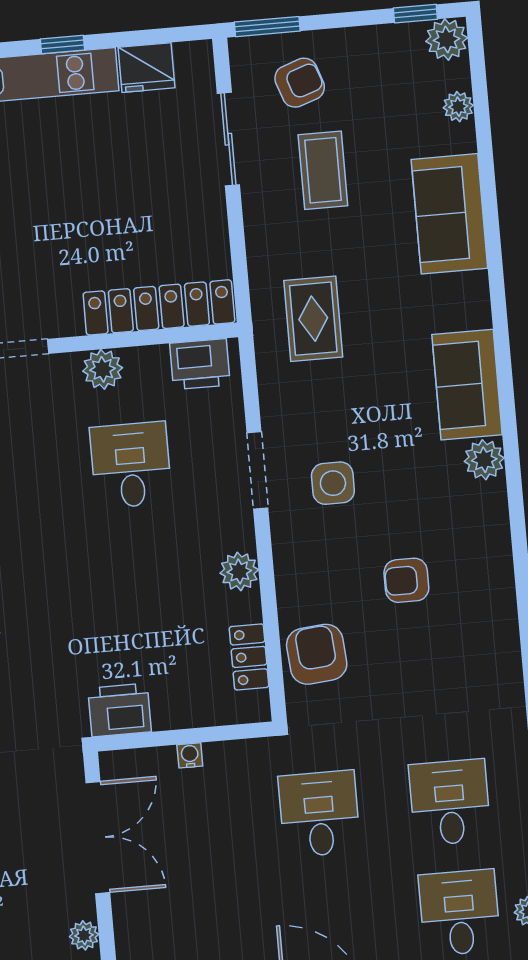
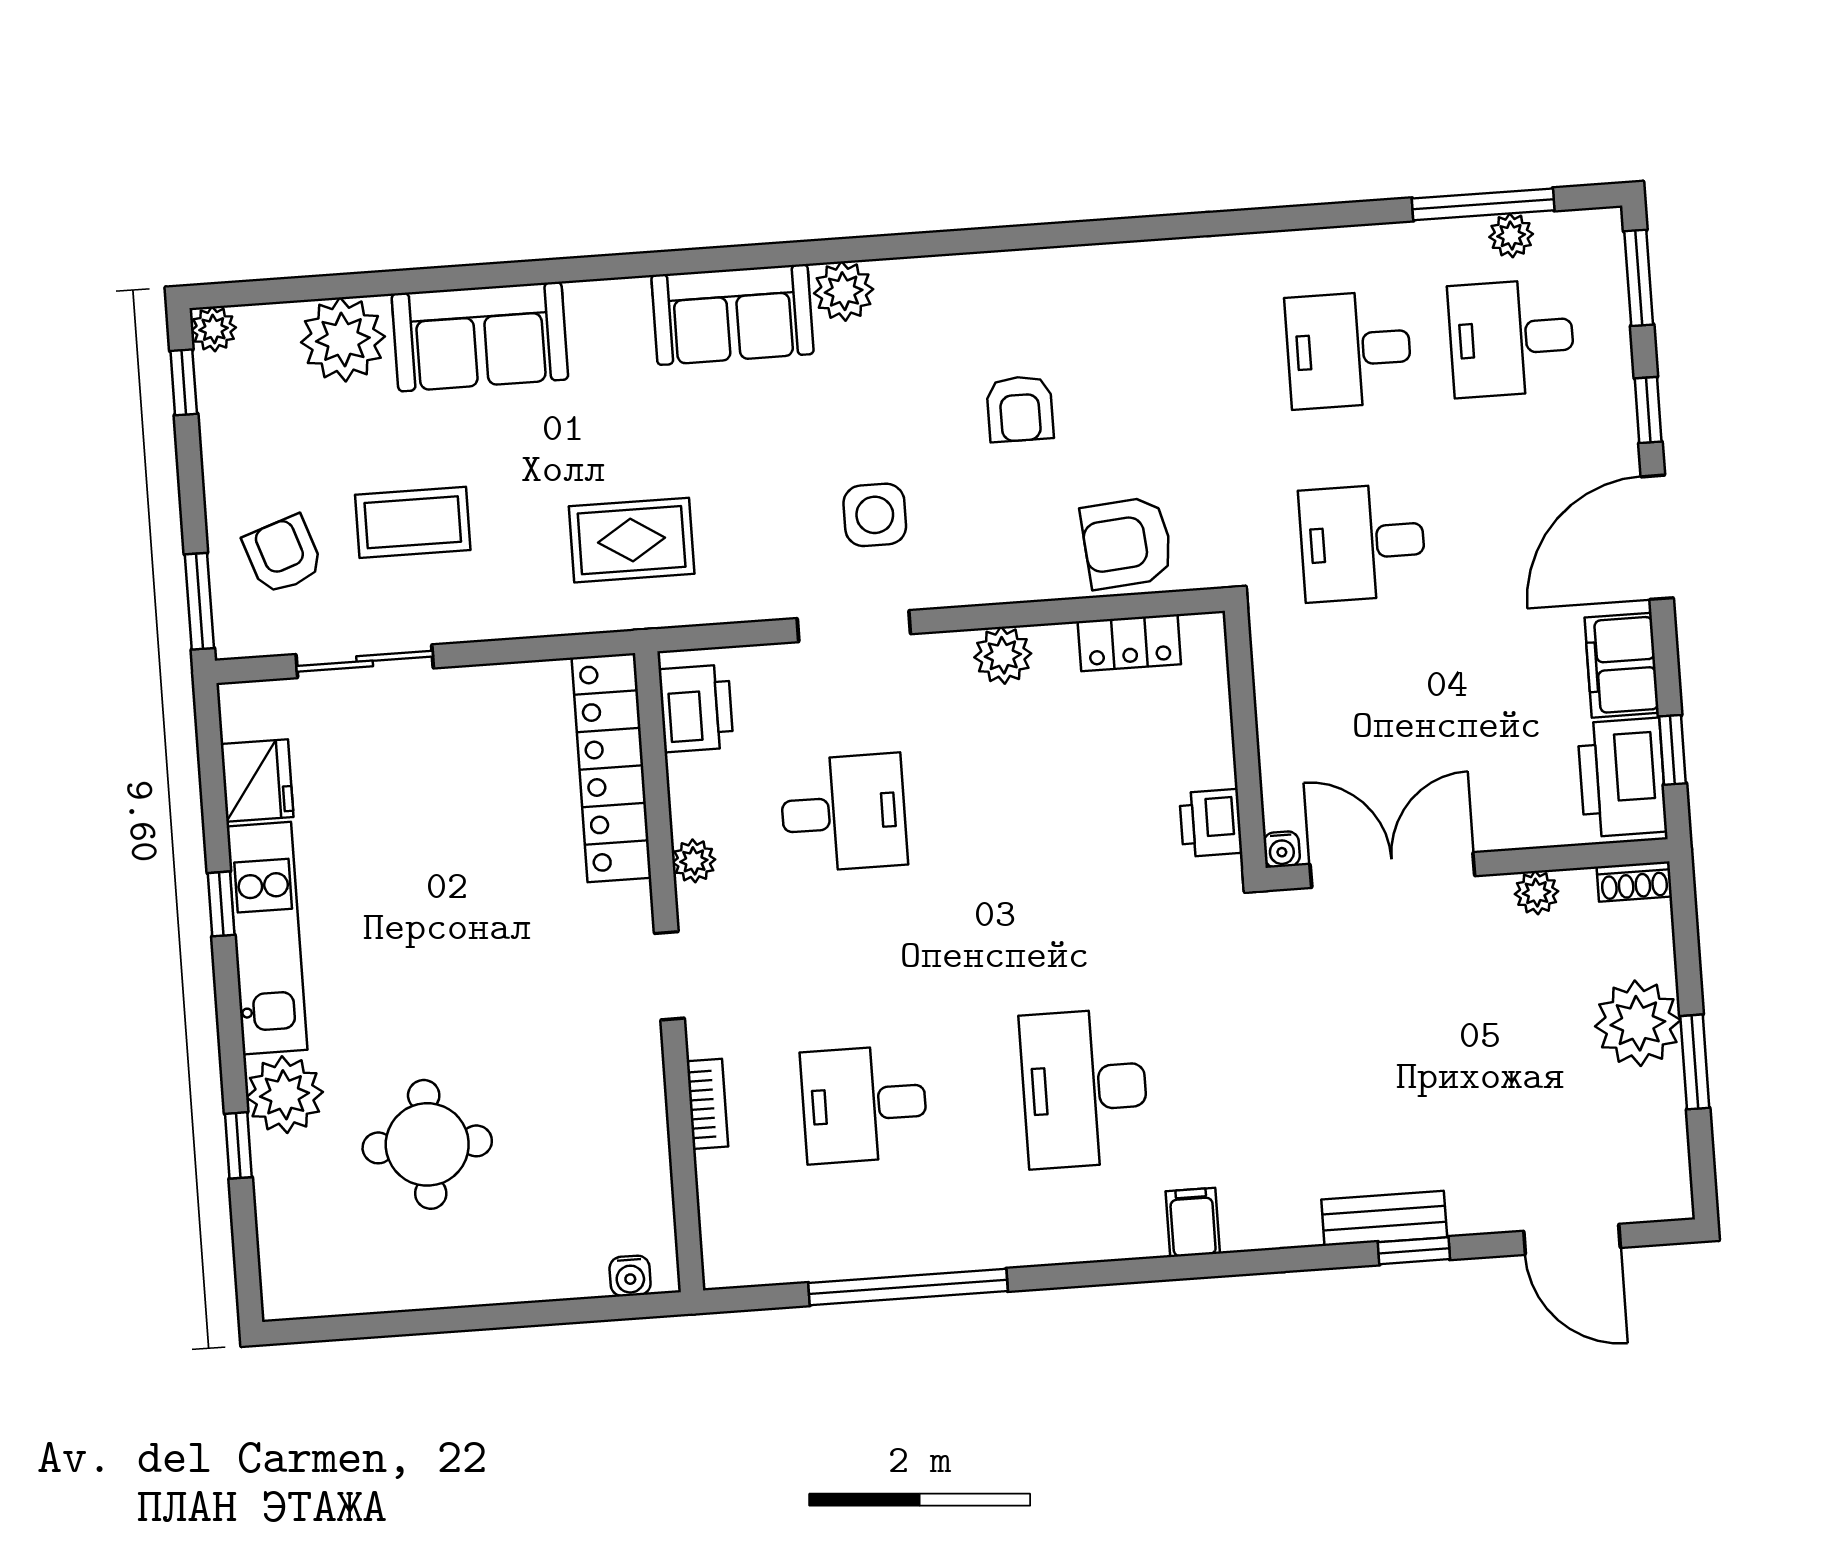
plant: (447, 39) -> (214, 329), width x0.73, depth x0.73
plant: (458, 107) -> (343, 339), width x1.87, depth x1.87
plant: (103, 369) -> (694, 861), width x0.73, depth x0.73
desk: (131, 465) -> (843, 813), turned 180
printer: (120, 710) -> (1211, 823), width x0.73, depth x0.81
water cooler: (190, 755) -> (1282, 849), moved, turned -90

